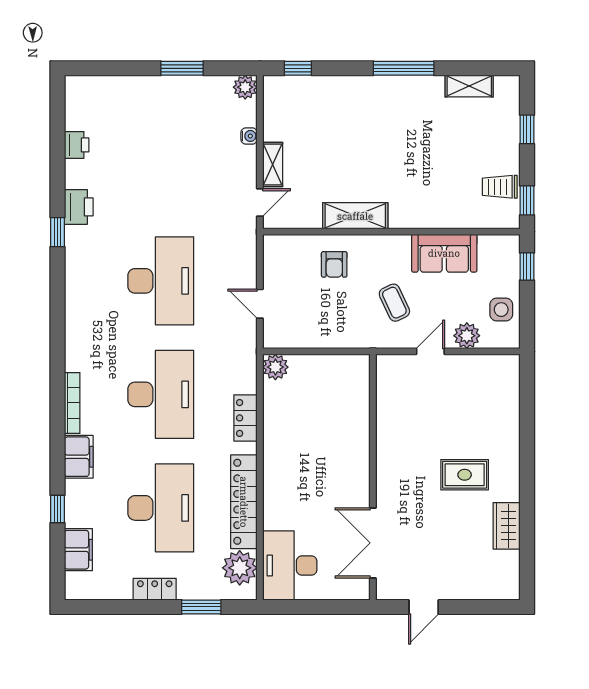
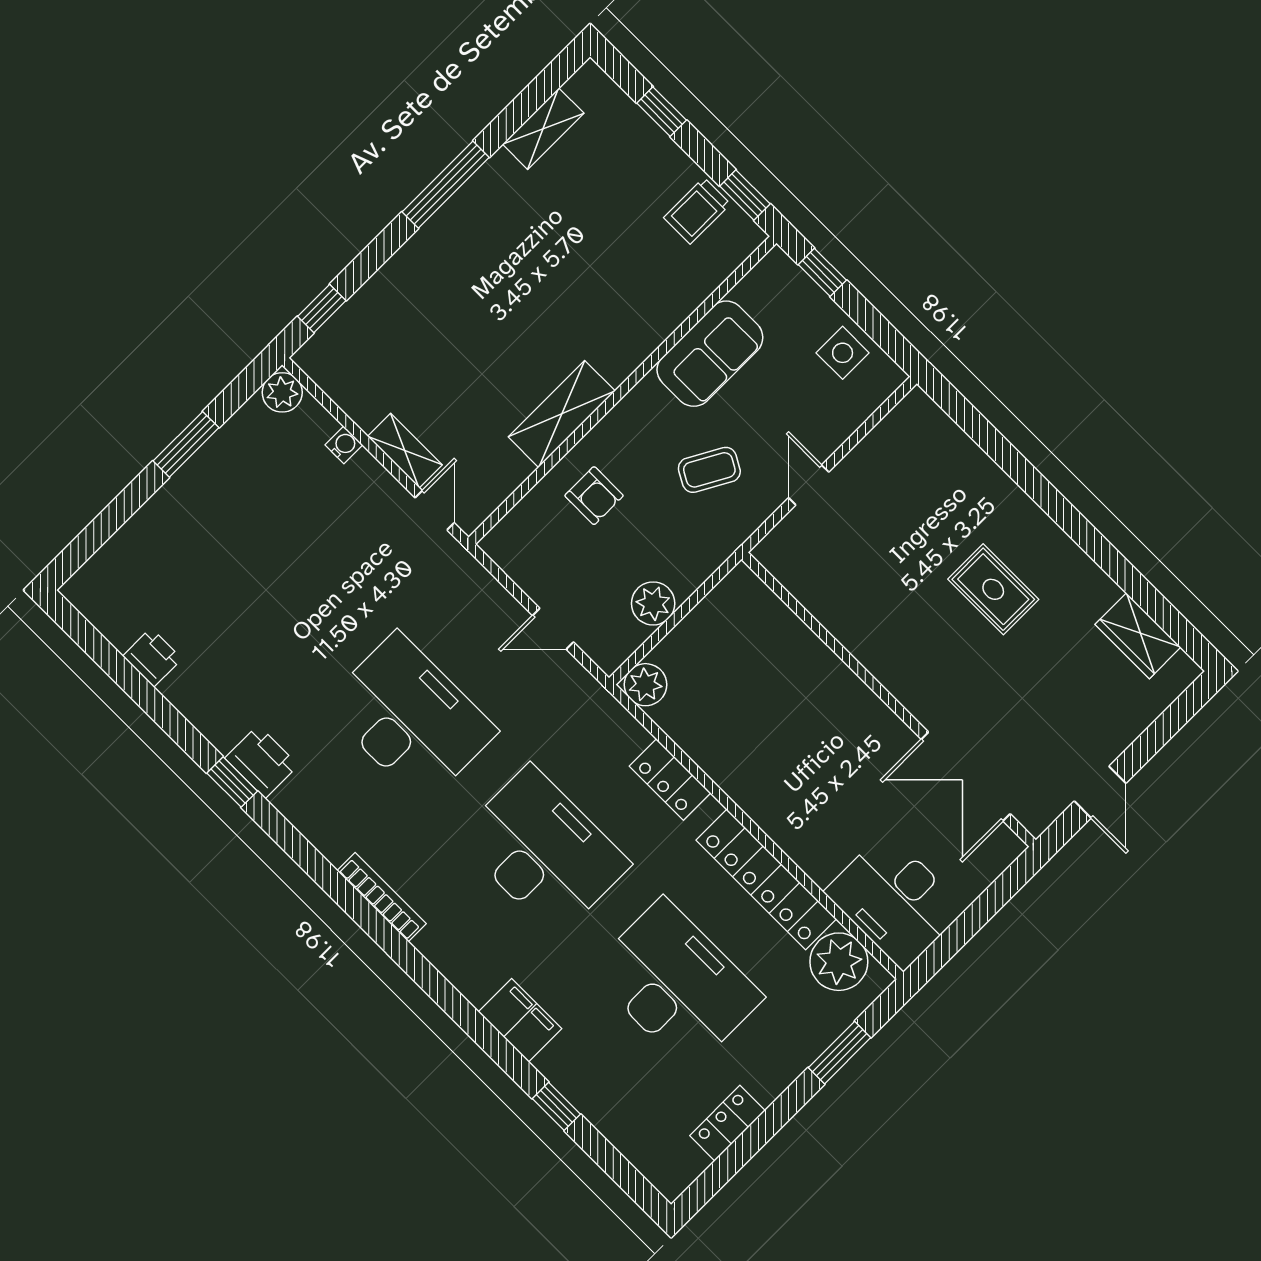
printer: (79, 207) -> (262, 762), moved
coffee table: (394, 303) -> (709, 470), turned -36
plant: (467, 336) -> (653, 603), moved
bookcase: (72, 403) -> (382, 897), moved
rug: (465, 475) -> (993, 589), turned 90
wardrobe: (507, 526) -> (1138, 636), moved
filing cabinet: (78, 550) -> (629, 1129), removed
locker: (155, 589) -> (727, 1123), moved

